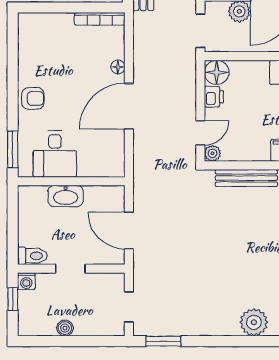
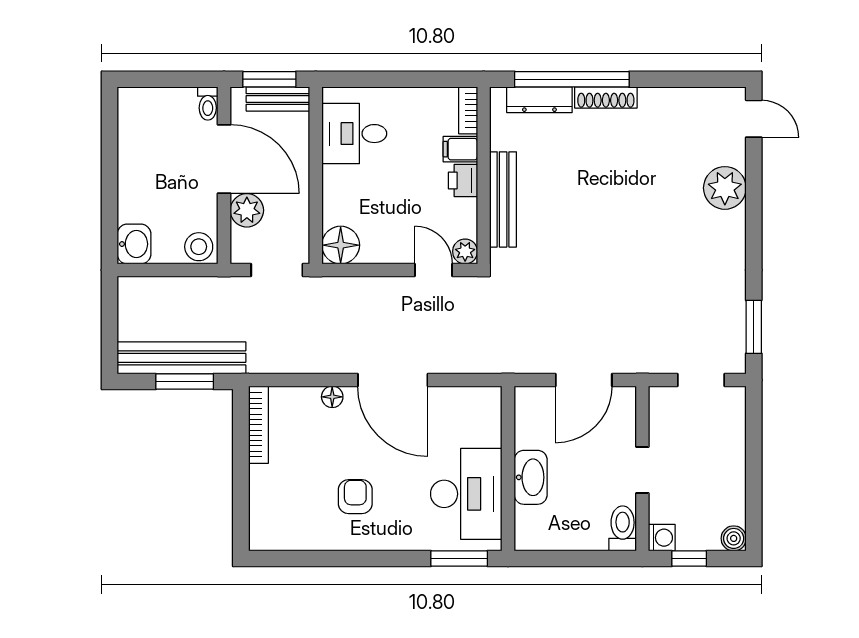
printer: (214, 97) -> (463, 181), moved, turned -90
armchair: (33, 98) -> (355, 497), moved
desk: (55, 154) -> (466, 494), width x1.37
boiler: (65, 328) -> (734, 538), moved

